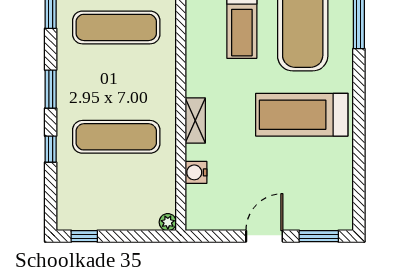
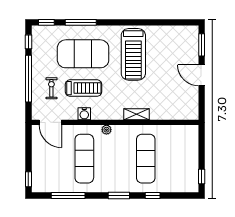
water cooler: (196, 172) -> (84, 114), moved
plant: (168, 222) -> (106, 130), moved

